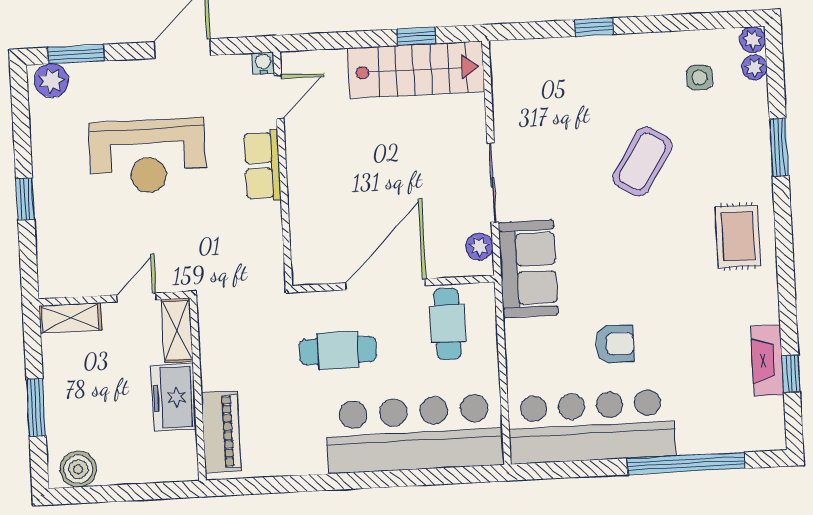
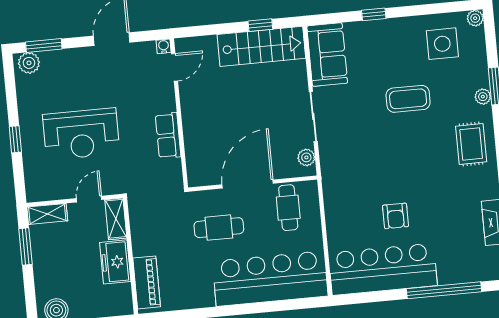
plant: (754, 67) -> (483, 97), moved
side table: (700, 78) -> (442, 44), width x1.87, depth x1.87
reception desk: (148, 156) -> (81, 134), moved
coffee table: (642, 161) -> (408, 99), turned 58
row of seats: (262, 166) -> (168, 136), moved
sofa: (528, 269) -> (327, 55), moved
armchair: (615, 344) -> (395, 216), turned 90
window: (36, 408) -> (25, 246), moved

